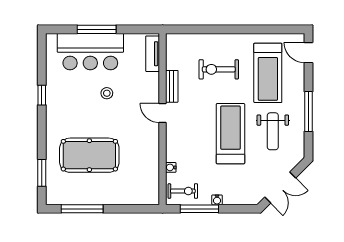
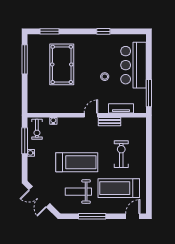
window: (97, 29) -> (149, 93), moved
tv unit: (153, 54) -> (121, 108), moved

